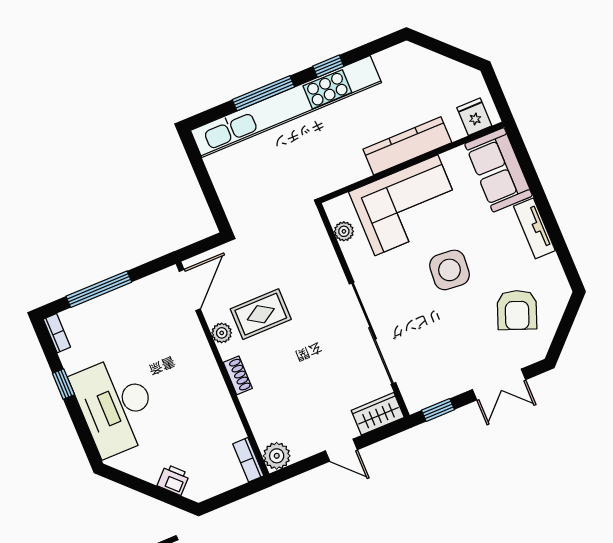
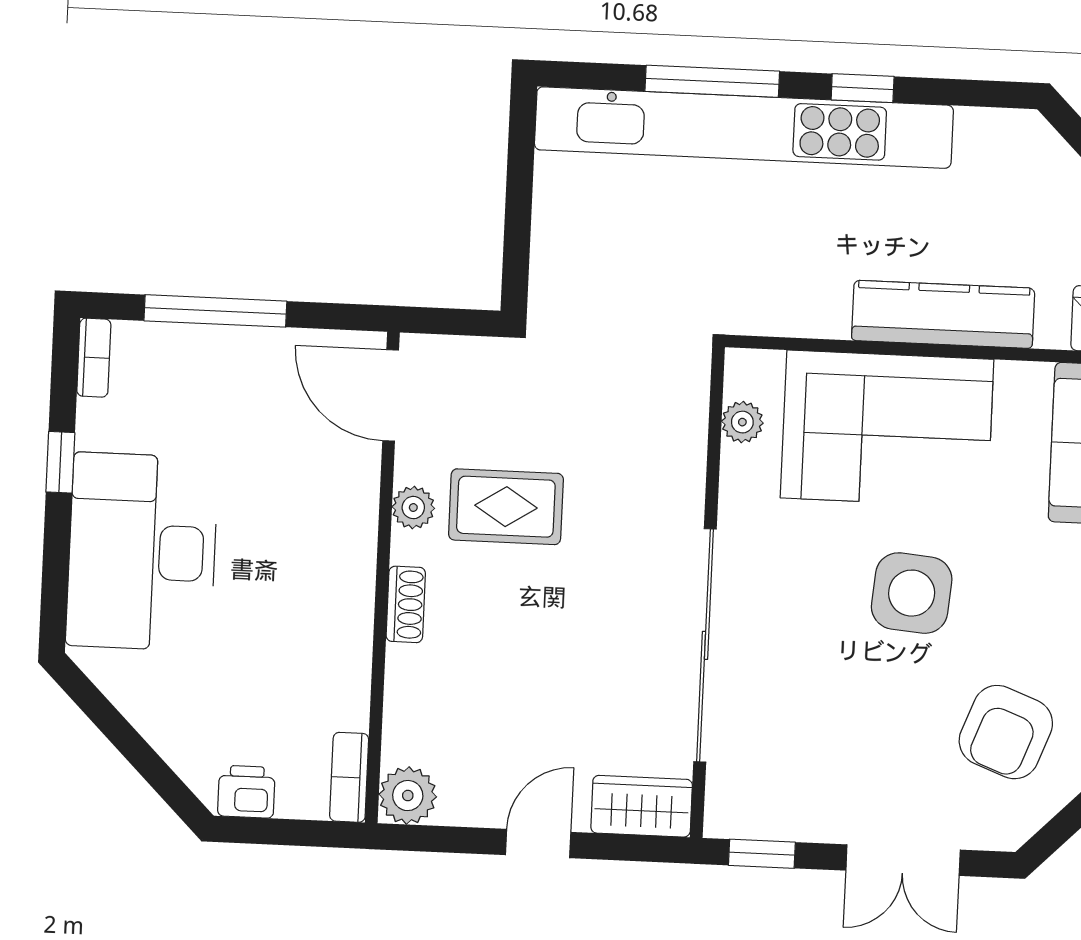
door: (190, 290) -> (391, 395), swing flipped
door: (341, 450) -> (538, 844), swing flipped
printer: (173, 480) -> (246, 792), moved, turned -45

